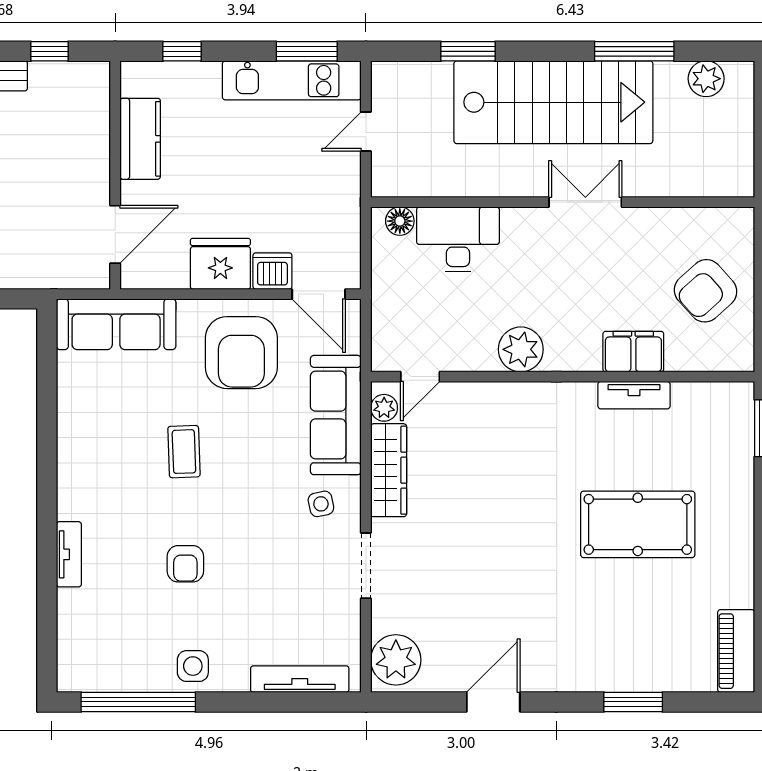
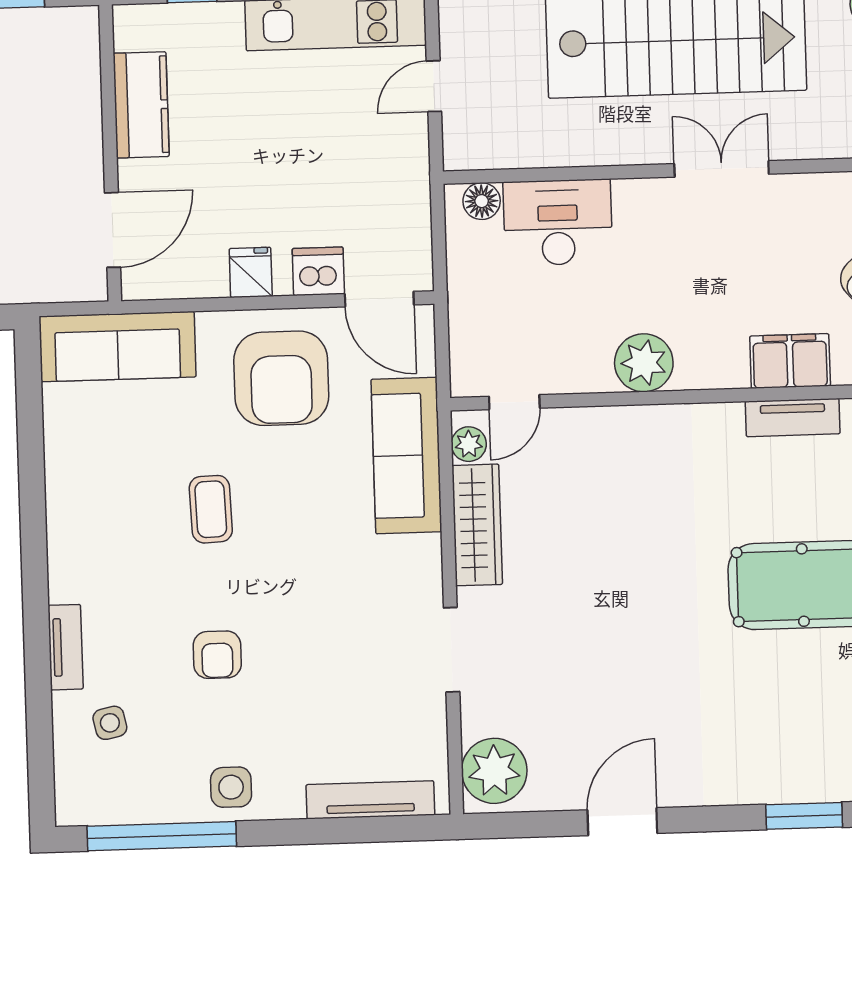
fridge: (220, 264) -> (251, 272), width x0.53, depth x0.75
side table: (321, 504) -> (110, 723), moved

